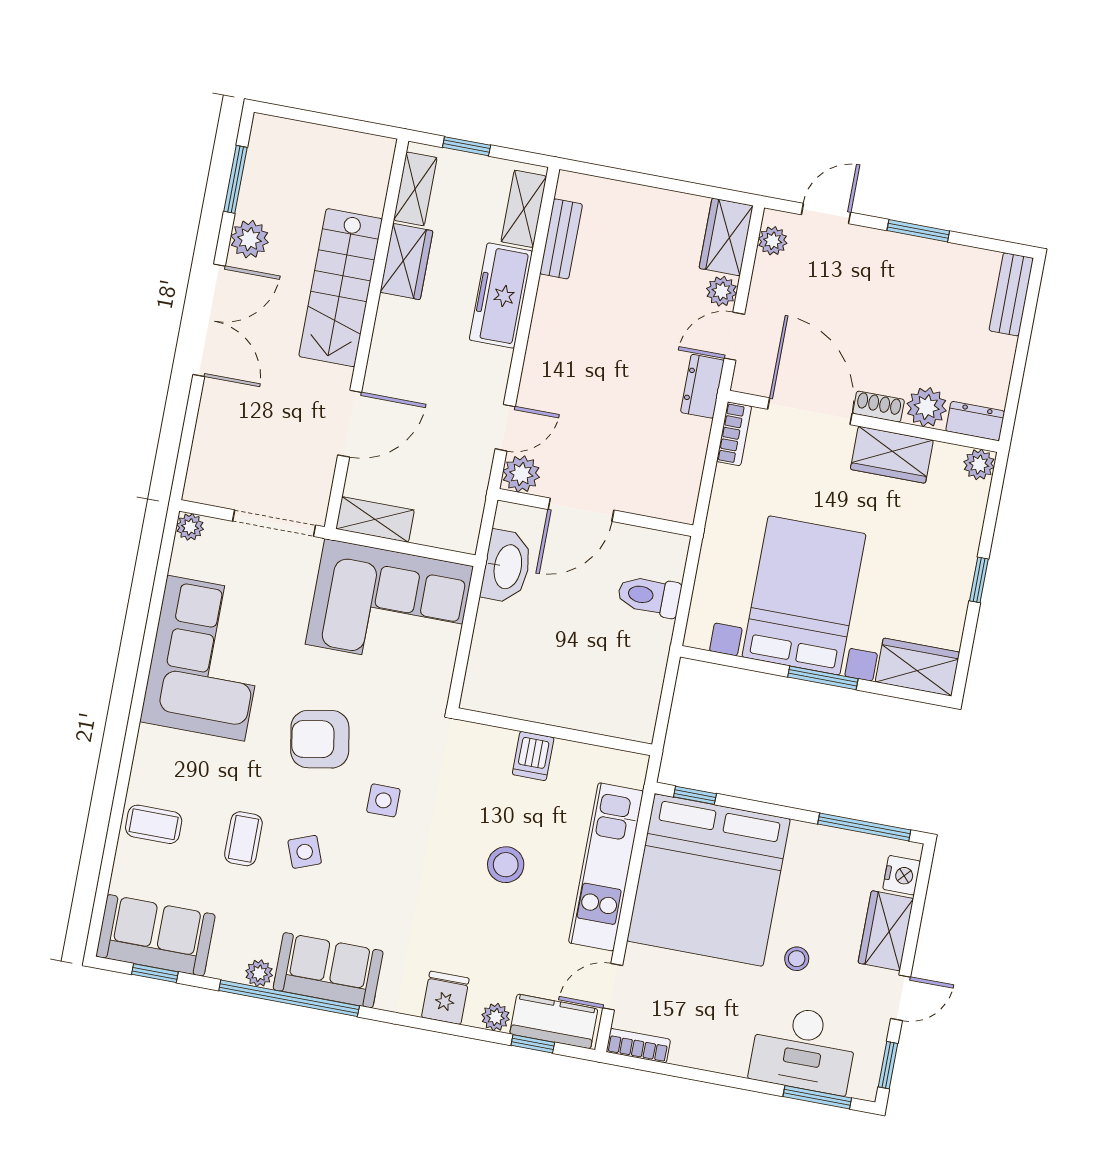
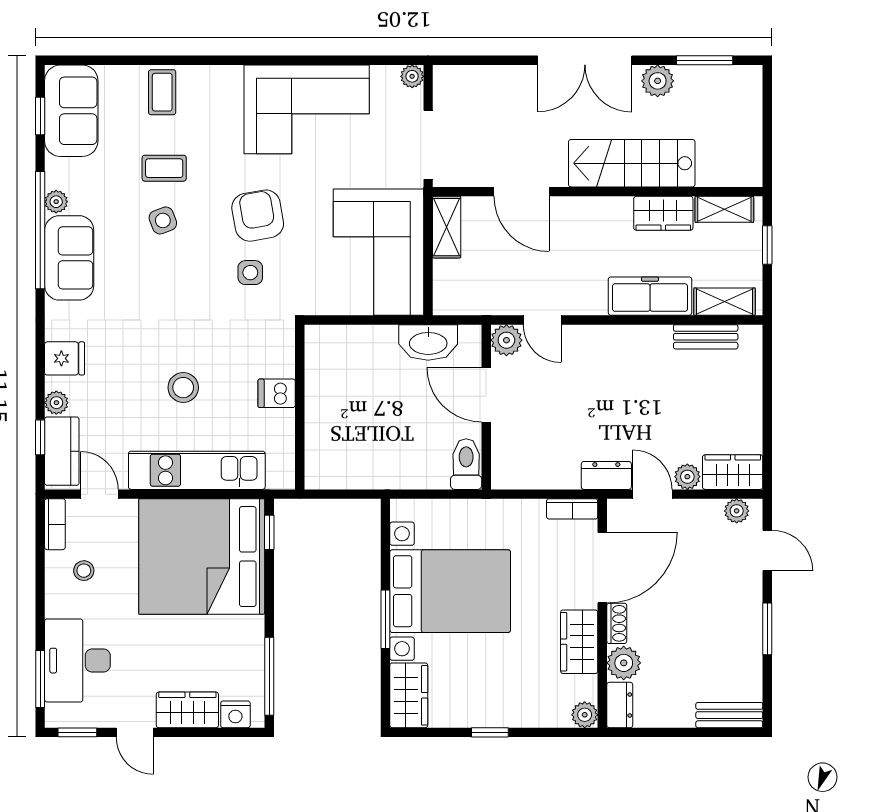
toilet: (649, 596) -> (466, 464), moved
side table: (383, 800) -> (250, 273), moved
stool: (797, 959) -> (84, 571), moved

